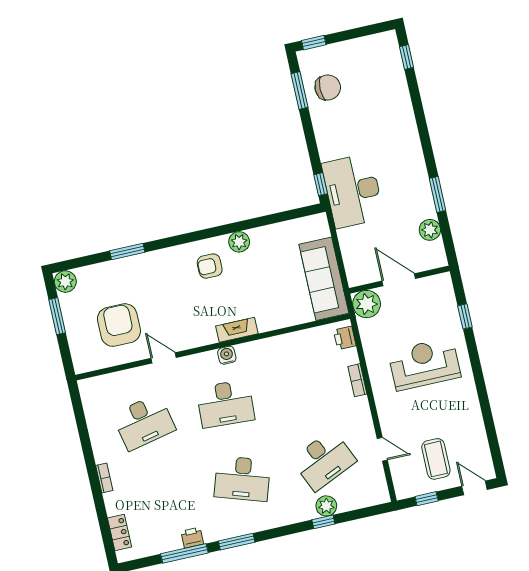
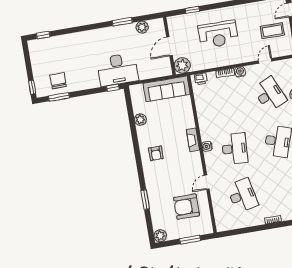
plant: (239, 242) -> (140, 120), moved
window: (57, 316) -> (190, 240), moved
reception desk: (424, 364) -> (218, 34), turned -90
water cooler: (361, 406) -> (240, 72), added

